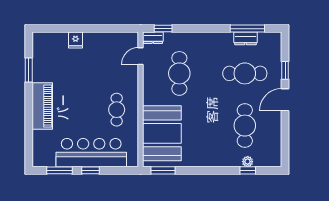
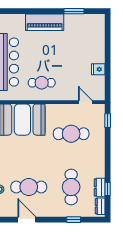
window: (247, 29) -> (108, 189), width x0.46
dresser: (153, 38) -> (100, 206), moved
fridge: (76, 40) -> (98, 69), moved
door: (285, 100) -> (27, 220), moved

